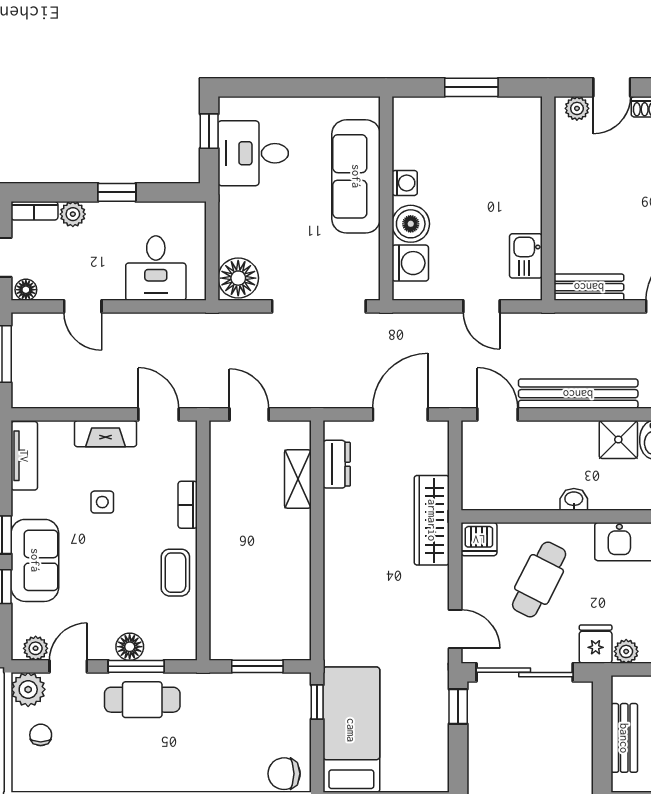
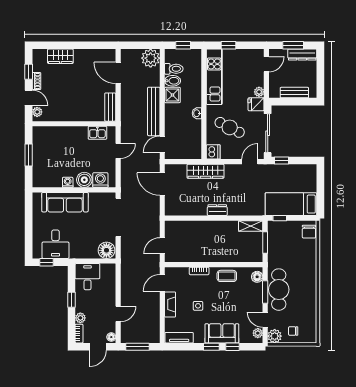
desk: (156, 268) -> (87, 277), moved, turned -90
dresser: (337, 464) -> (217, 210), moved
shelving: (298, 479) -> (251, 226), moved
floor lamp: (130, 647) -> (257, 277), moved
cafe table: (142, 700) -> (279, 290), width x1.37, depth x1.35

